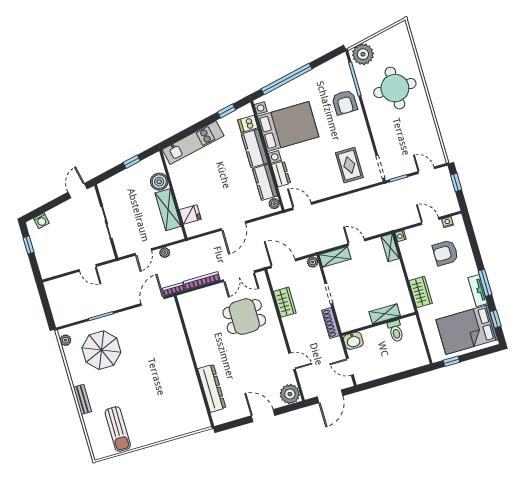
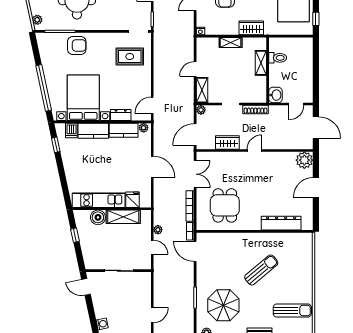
plant: (363, 54) -> (37, 20), width x0.53, depth x0.53
kitchen unit: (193, 143) -> (99, 200), moved, turned -78
shelving: (390, 248) -> (231, 42), moved
door: (88, 268) -> (152, 315), moved
dining table: (244, 317) -> (225, 205), moved
door: (292, 361) -> (254, 150), moved
sun lounger: (153, 381) -> (261, 270), added

